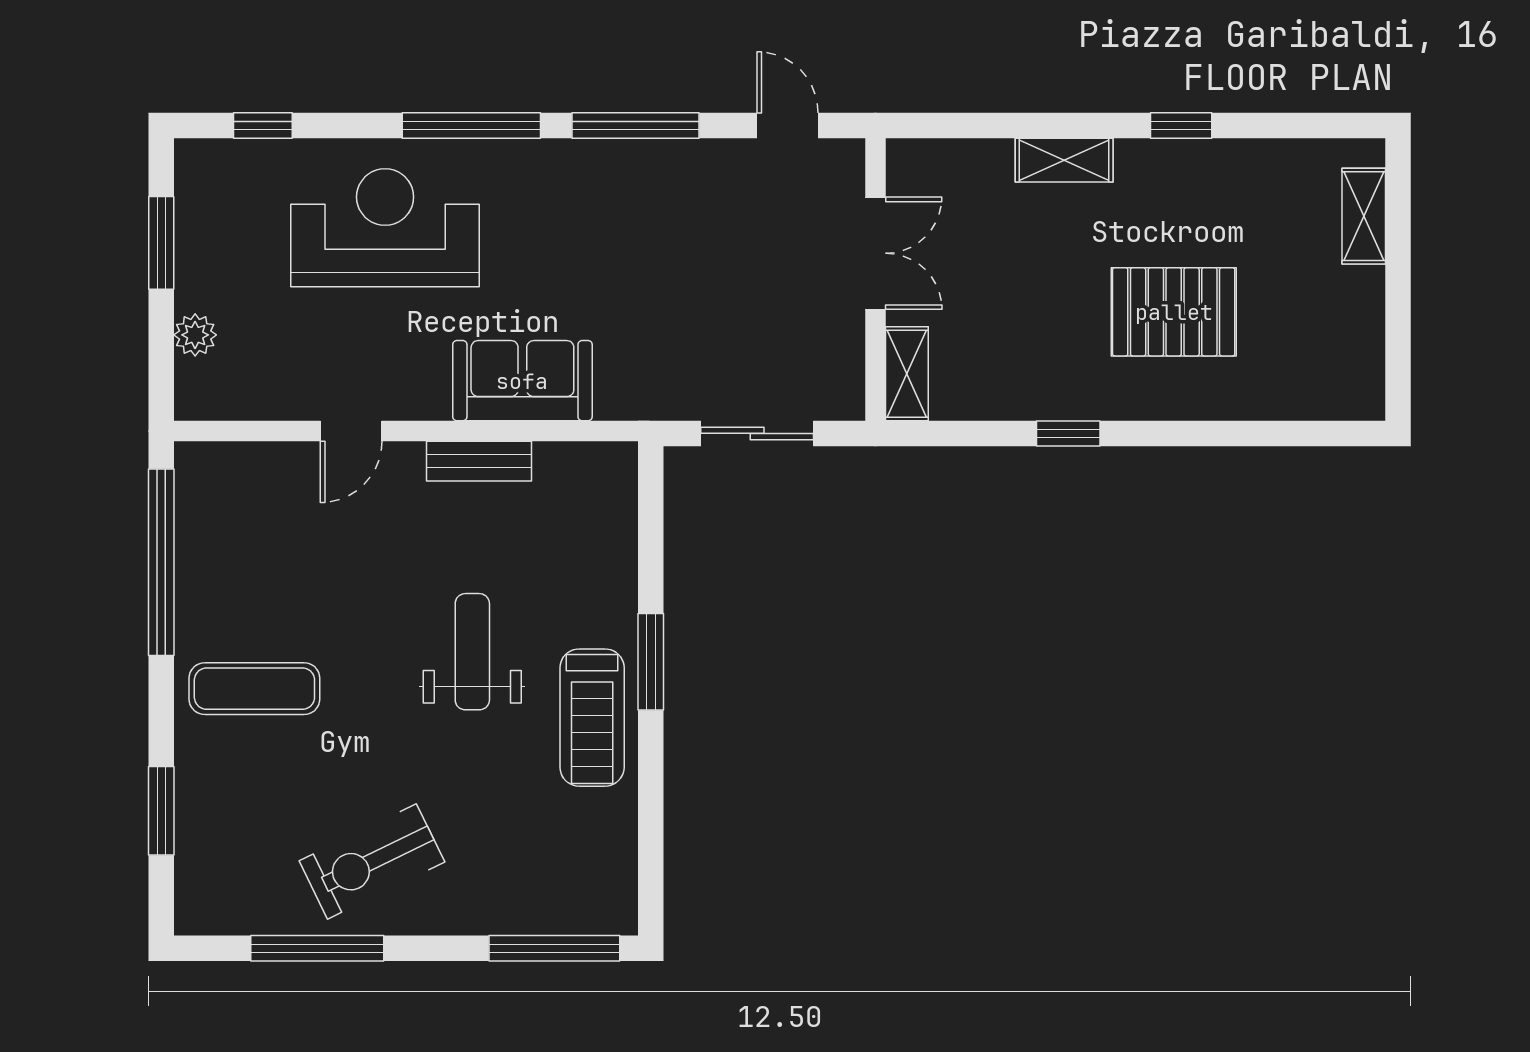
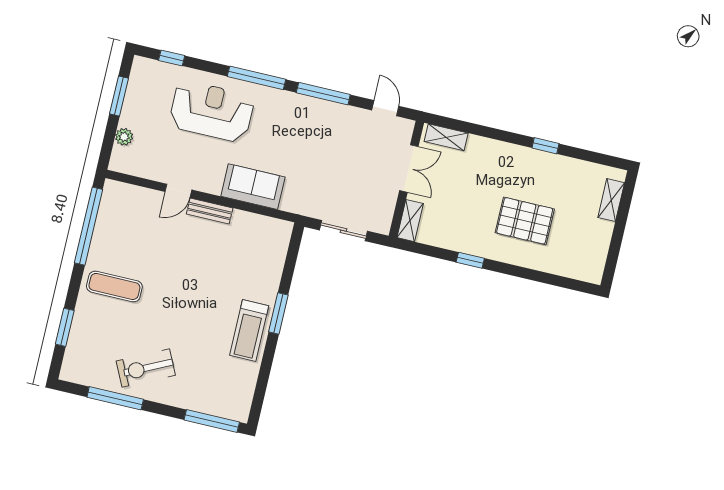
shelving: (1064, 160) -> (446, 137), moved
bench: (479, 461) -> (210, 211), moved
weight bench: (472, 652) -> (207, 292), removed

